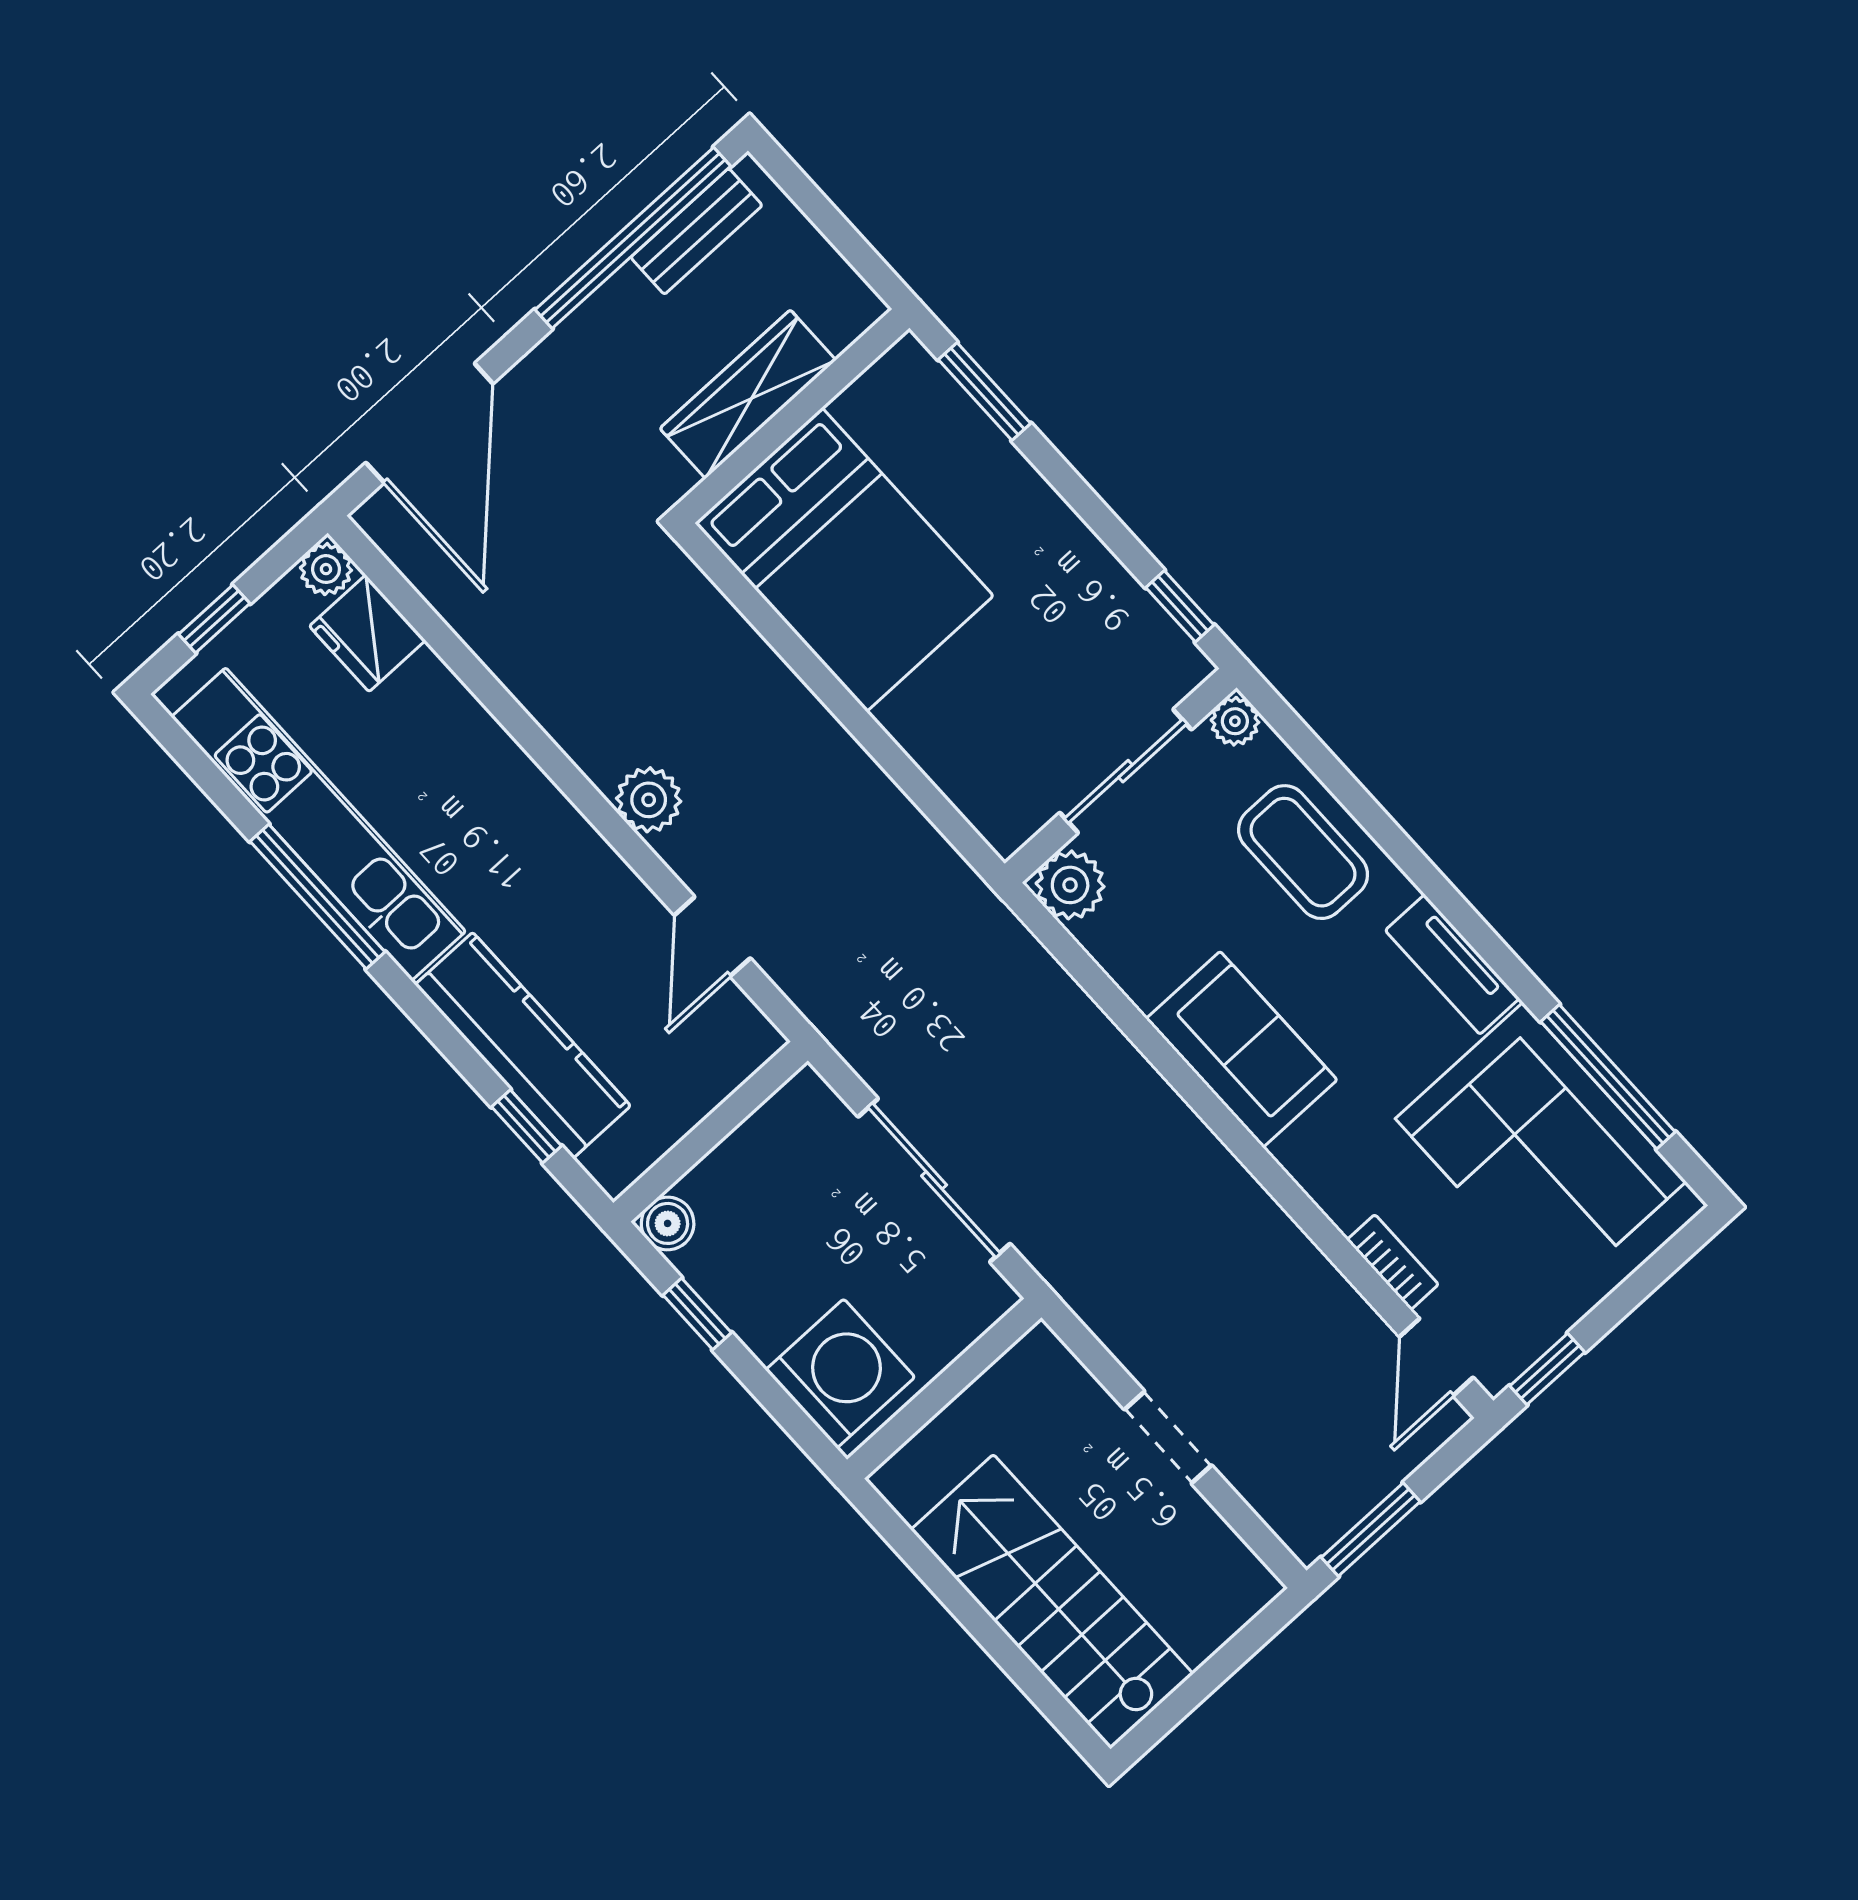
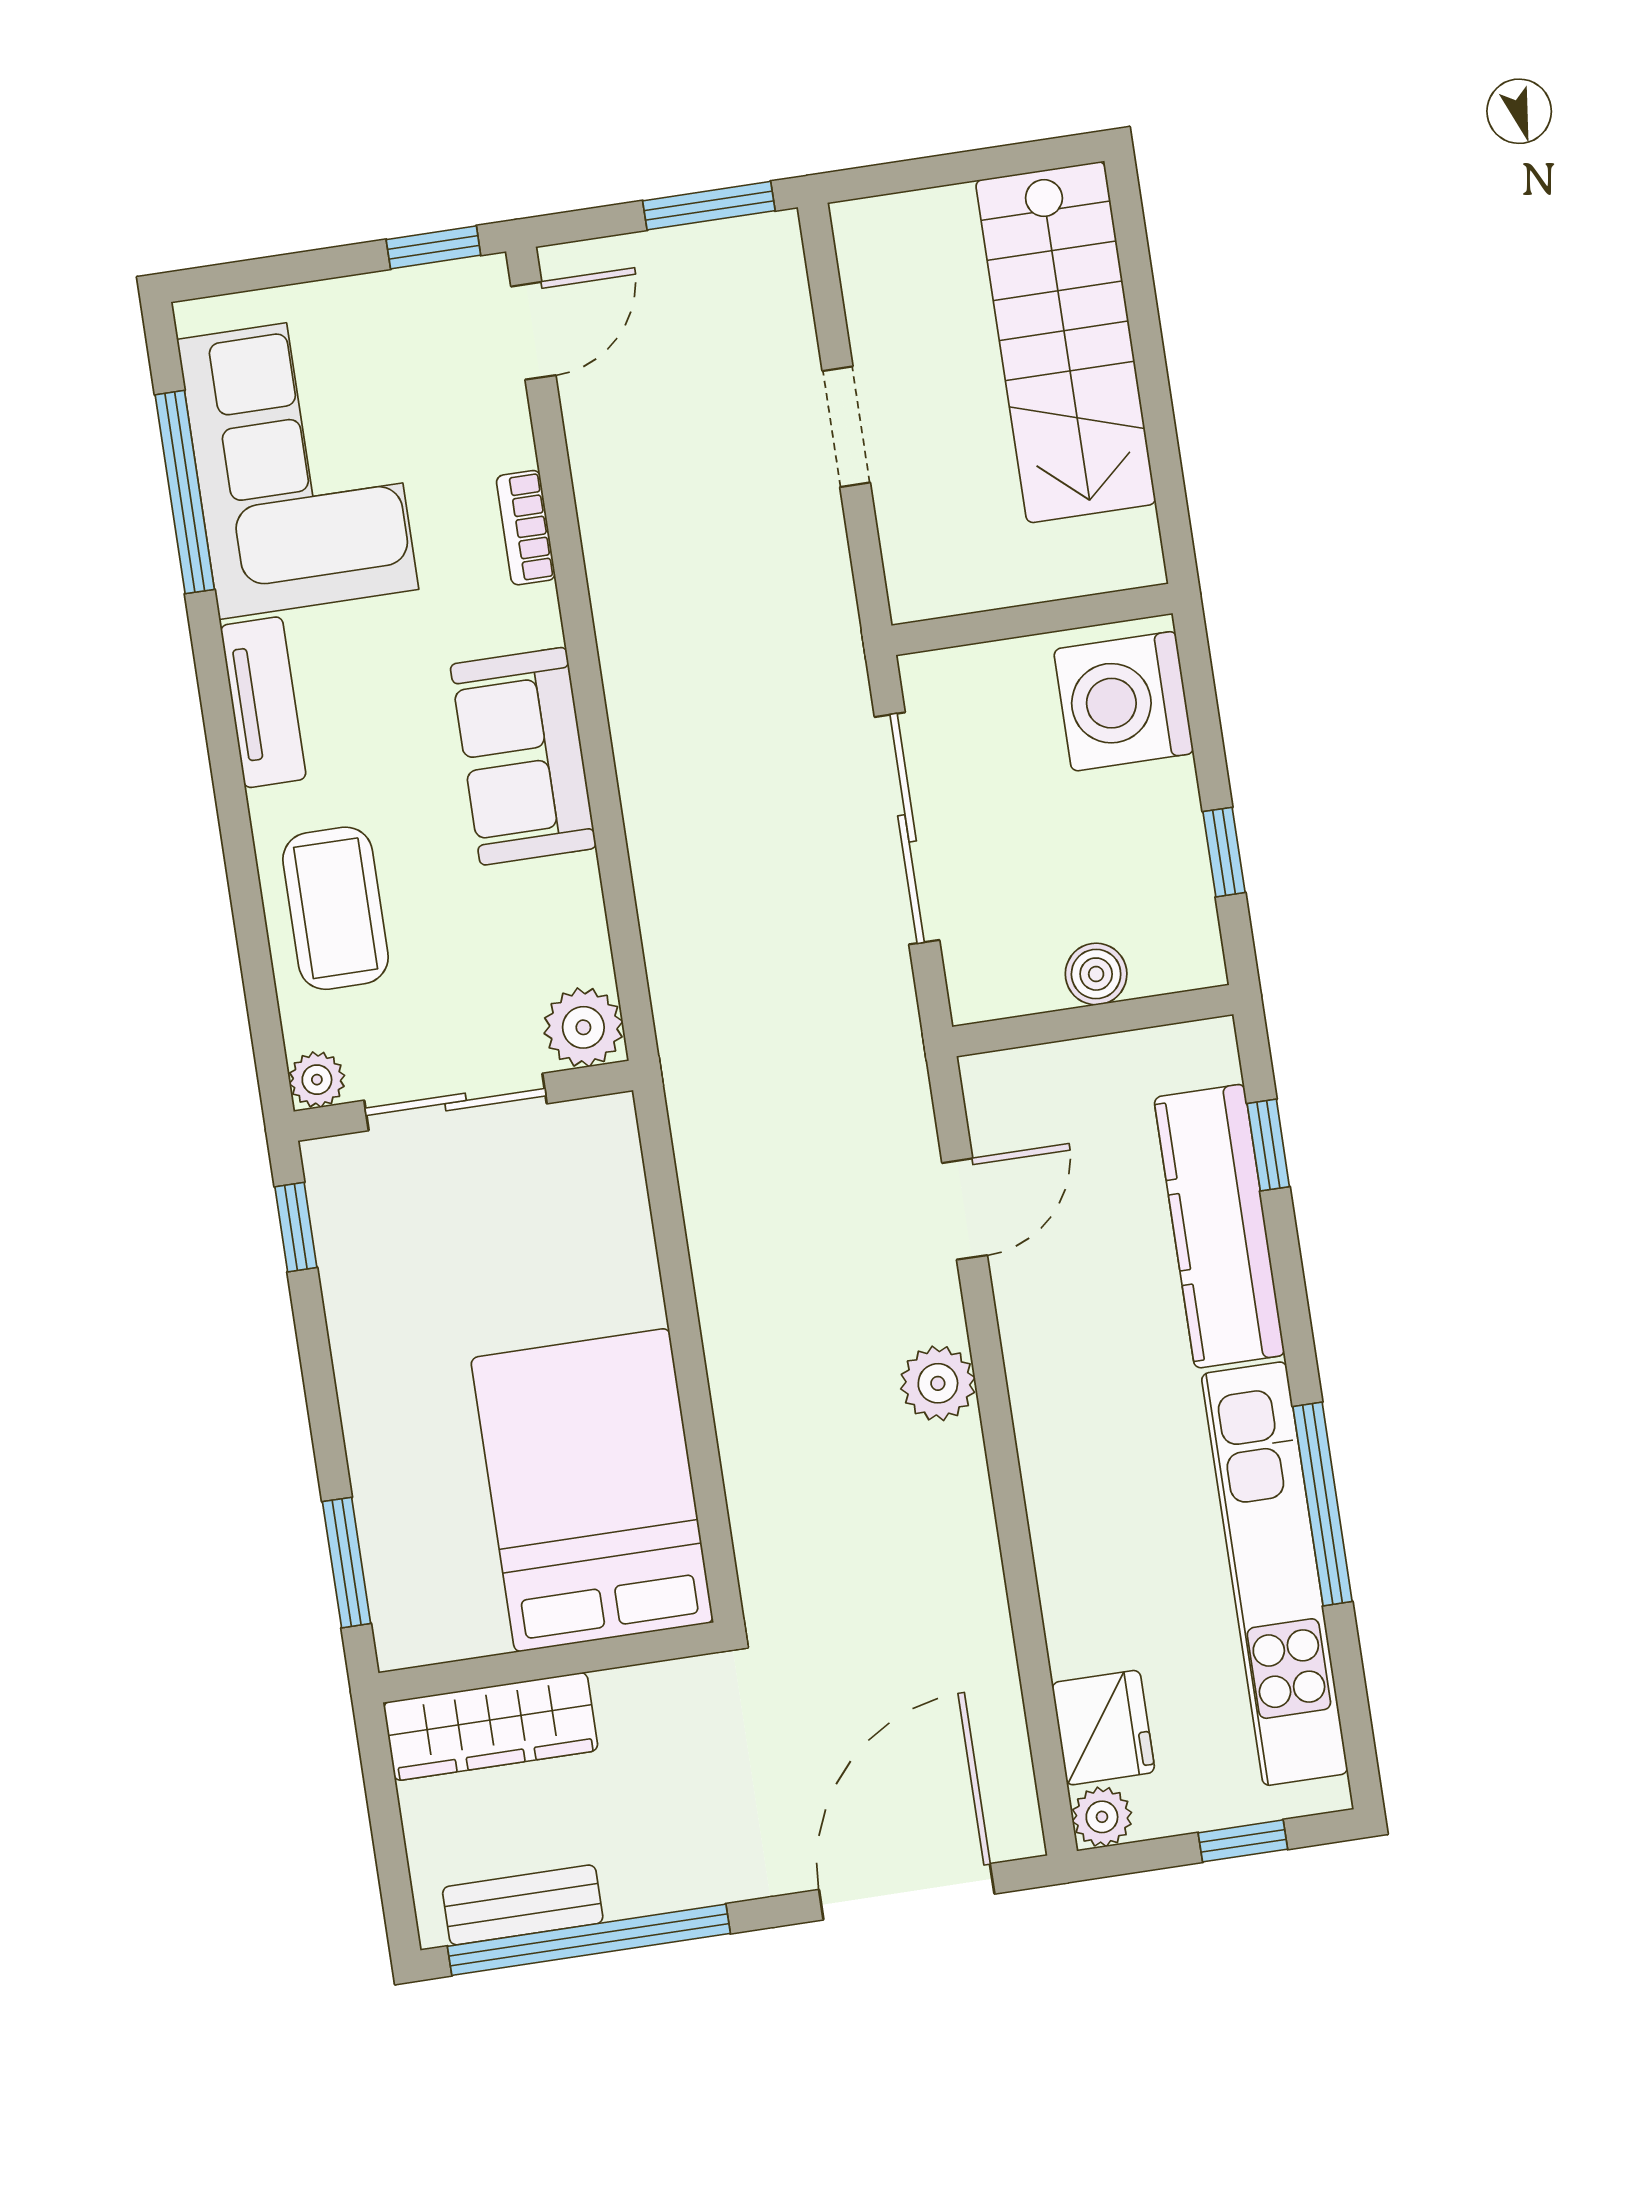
wardrobe: (748, 394) -> (491, 1726), moved
boiler: (668, 1223) -> (1096, 974), moved
bookcase: (1393, 1262) -> (526, 528), moved

